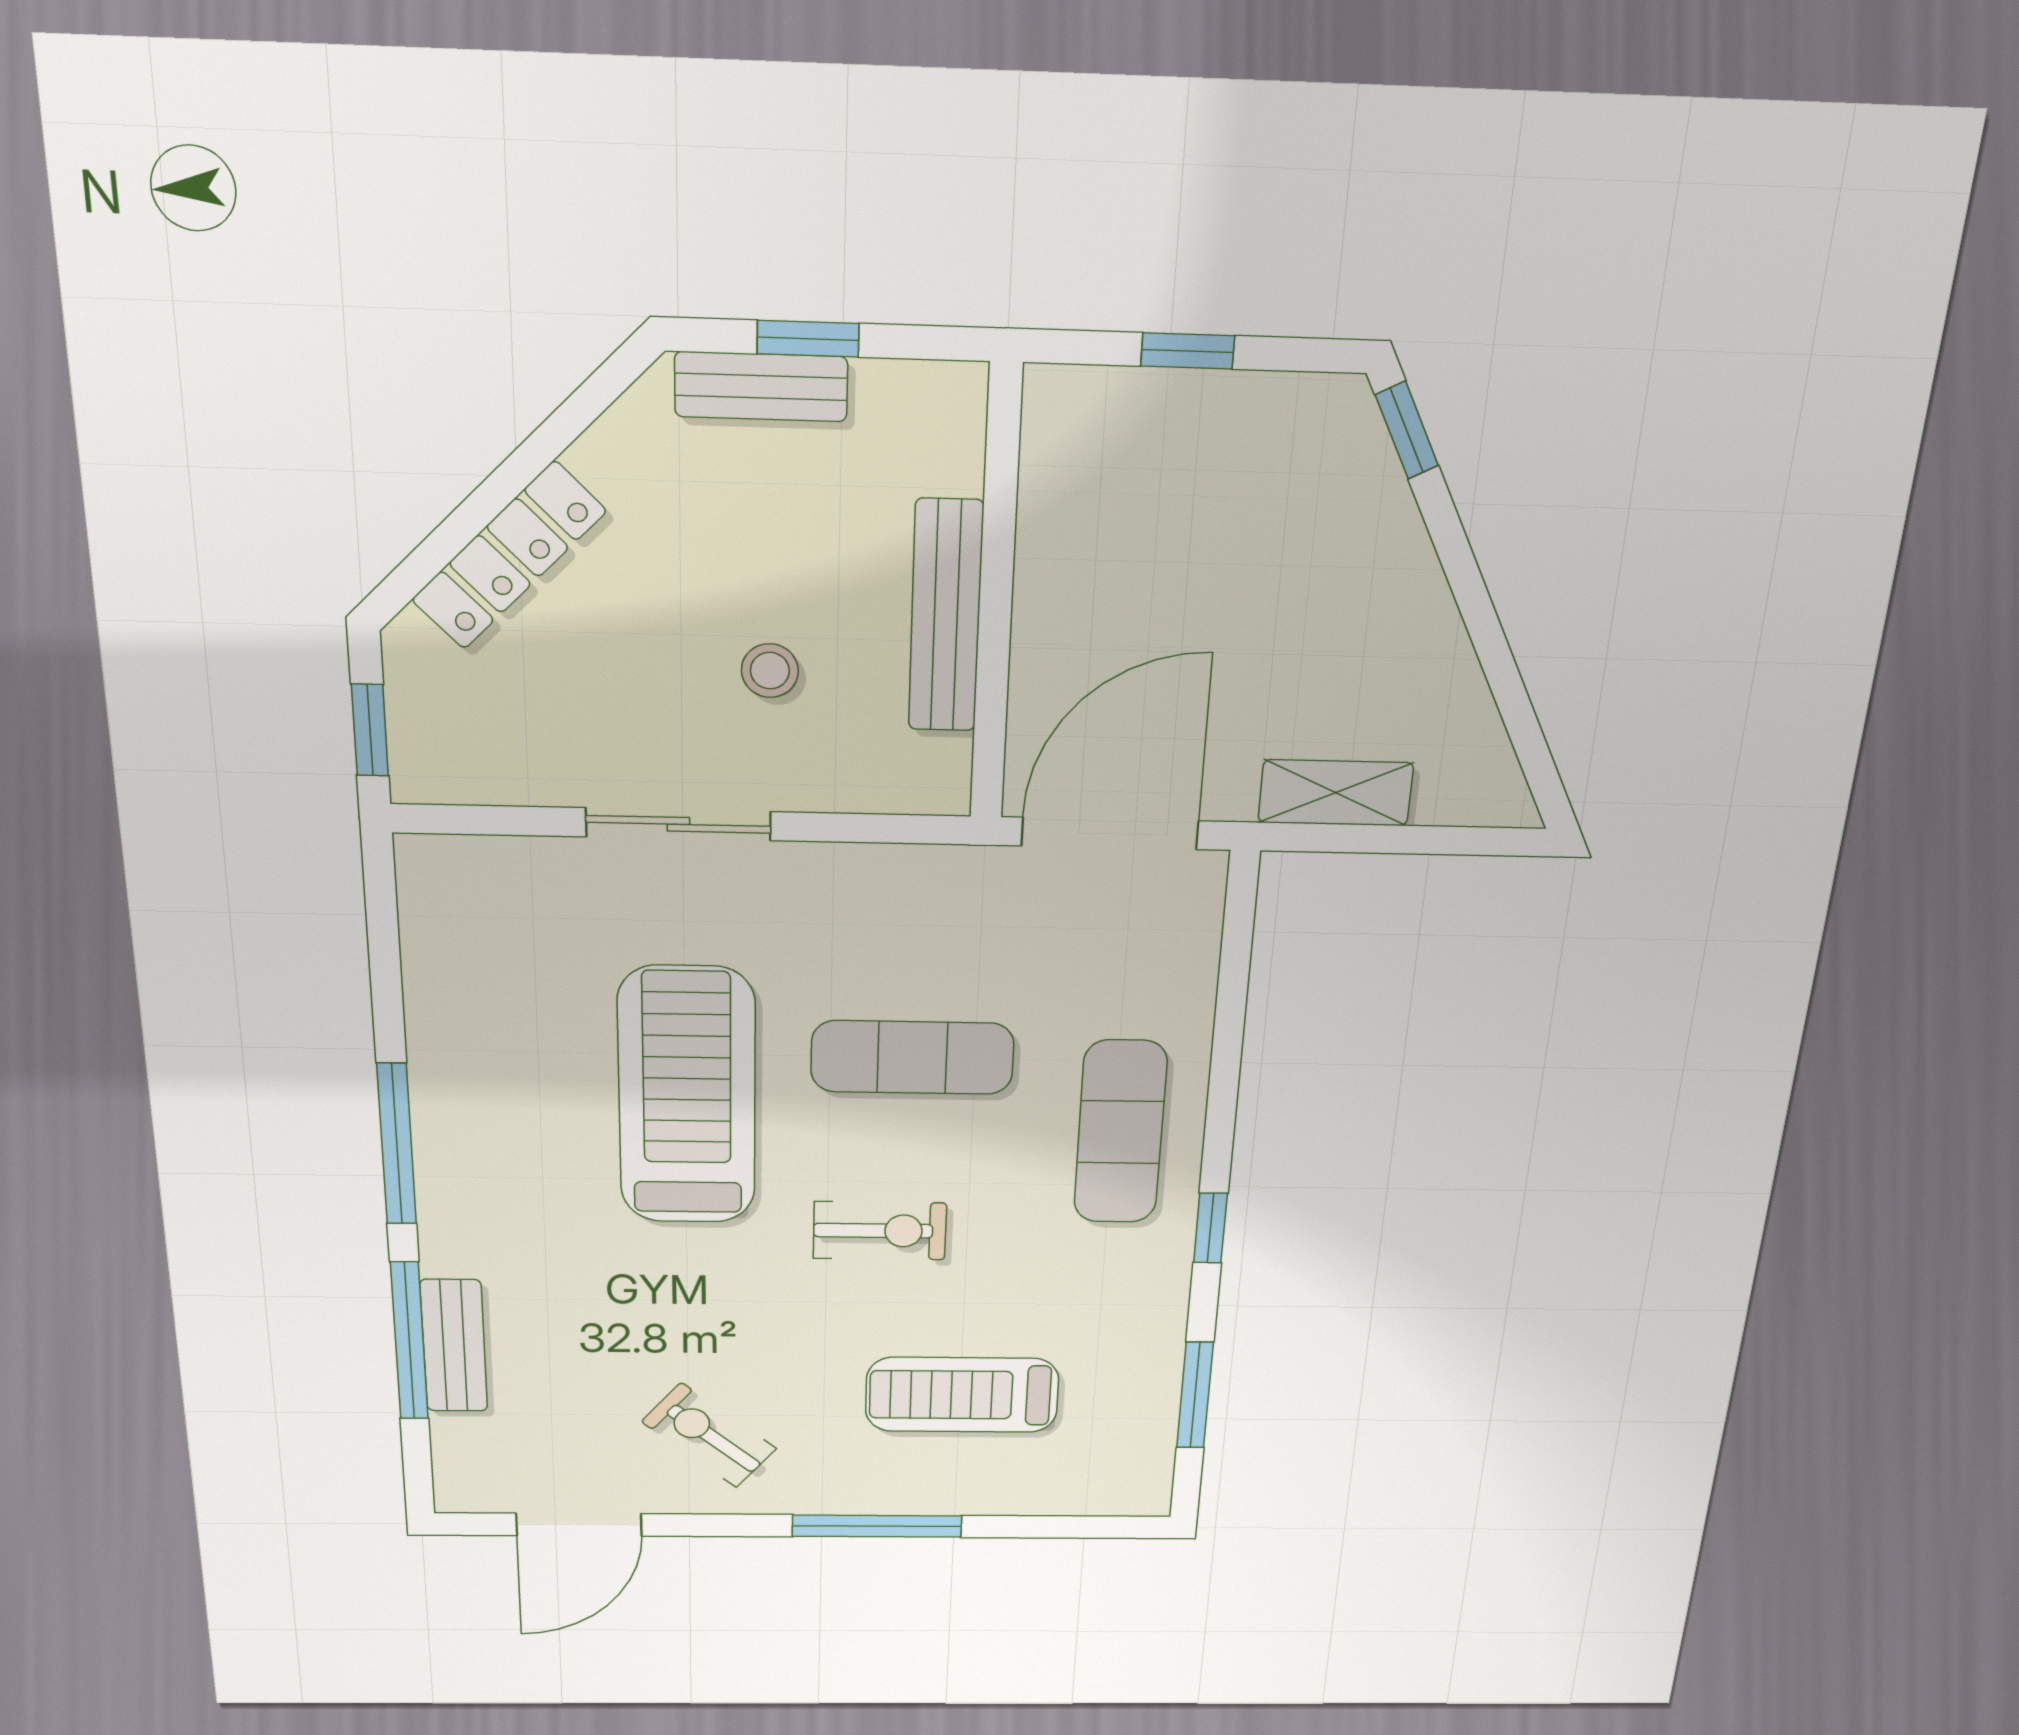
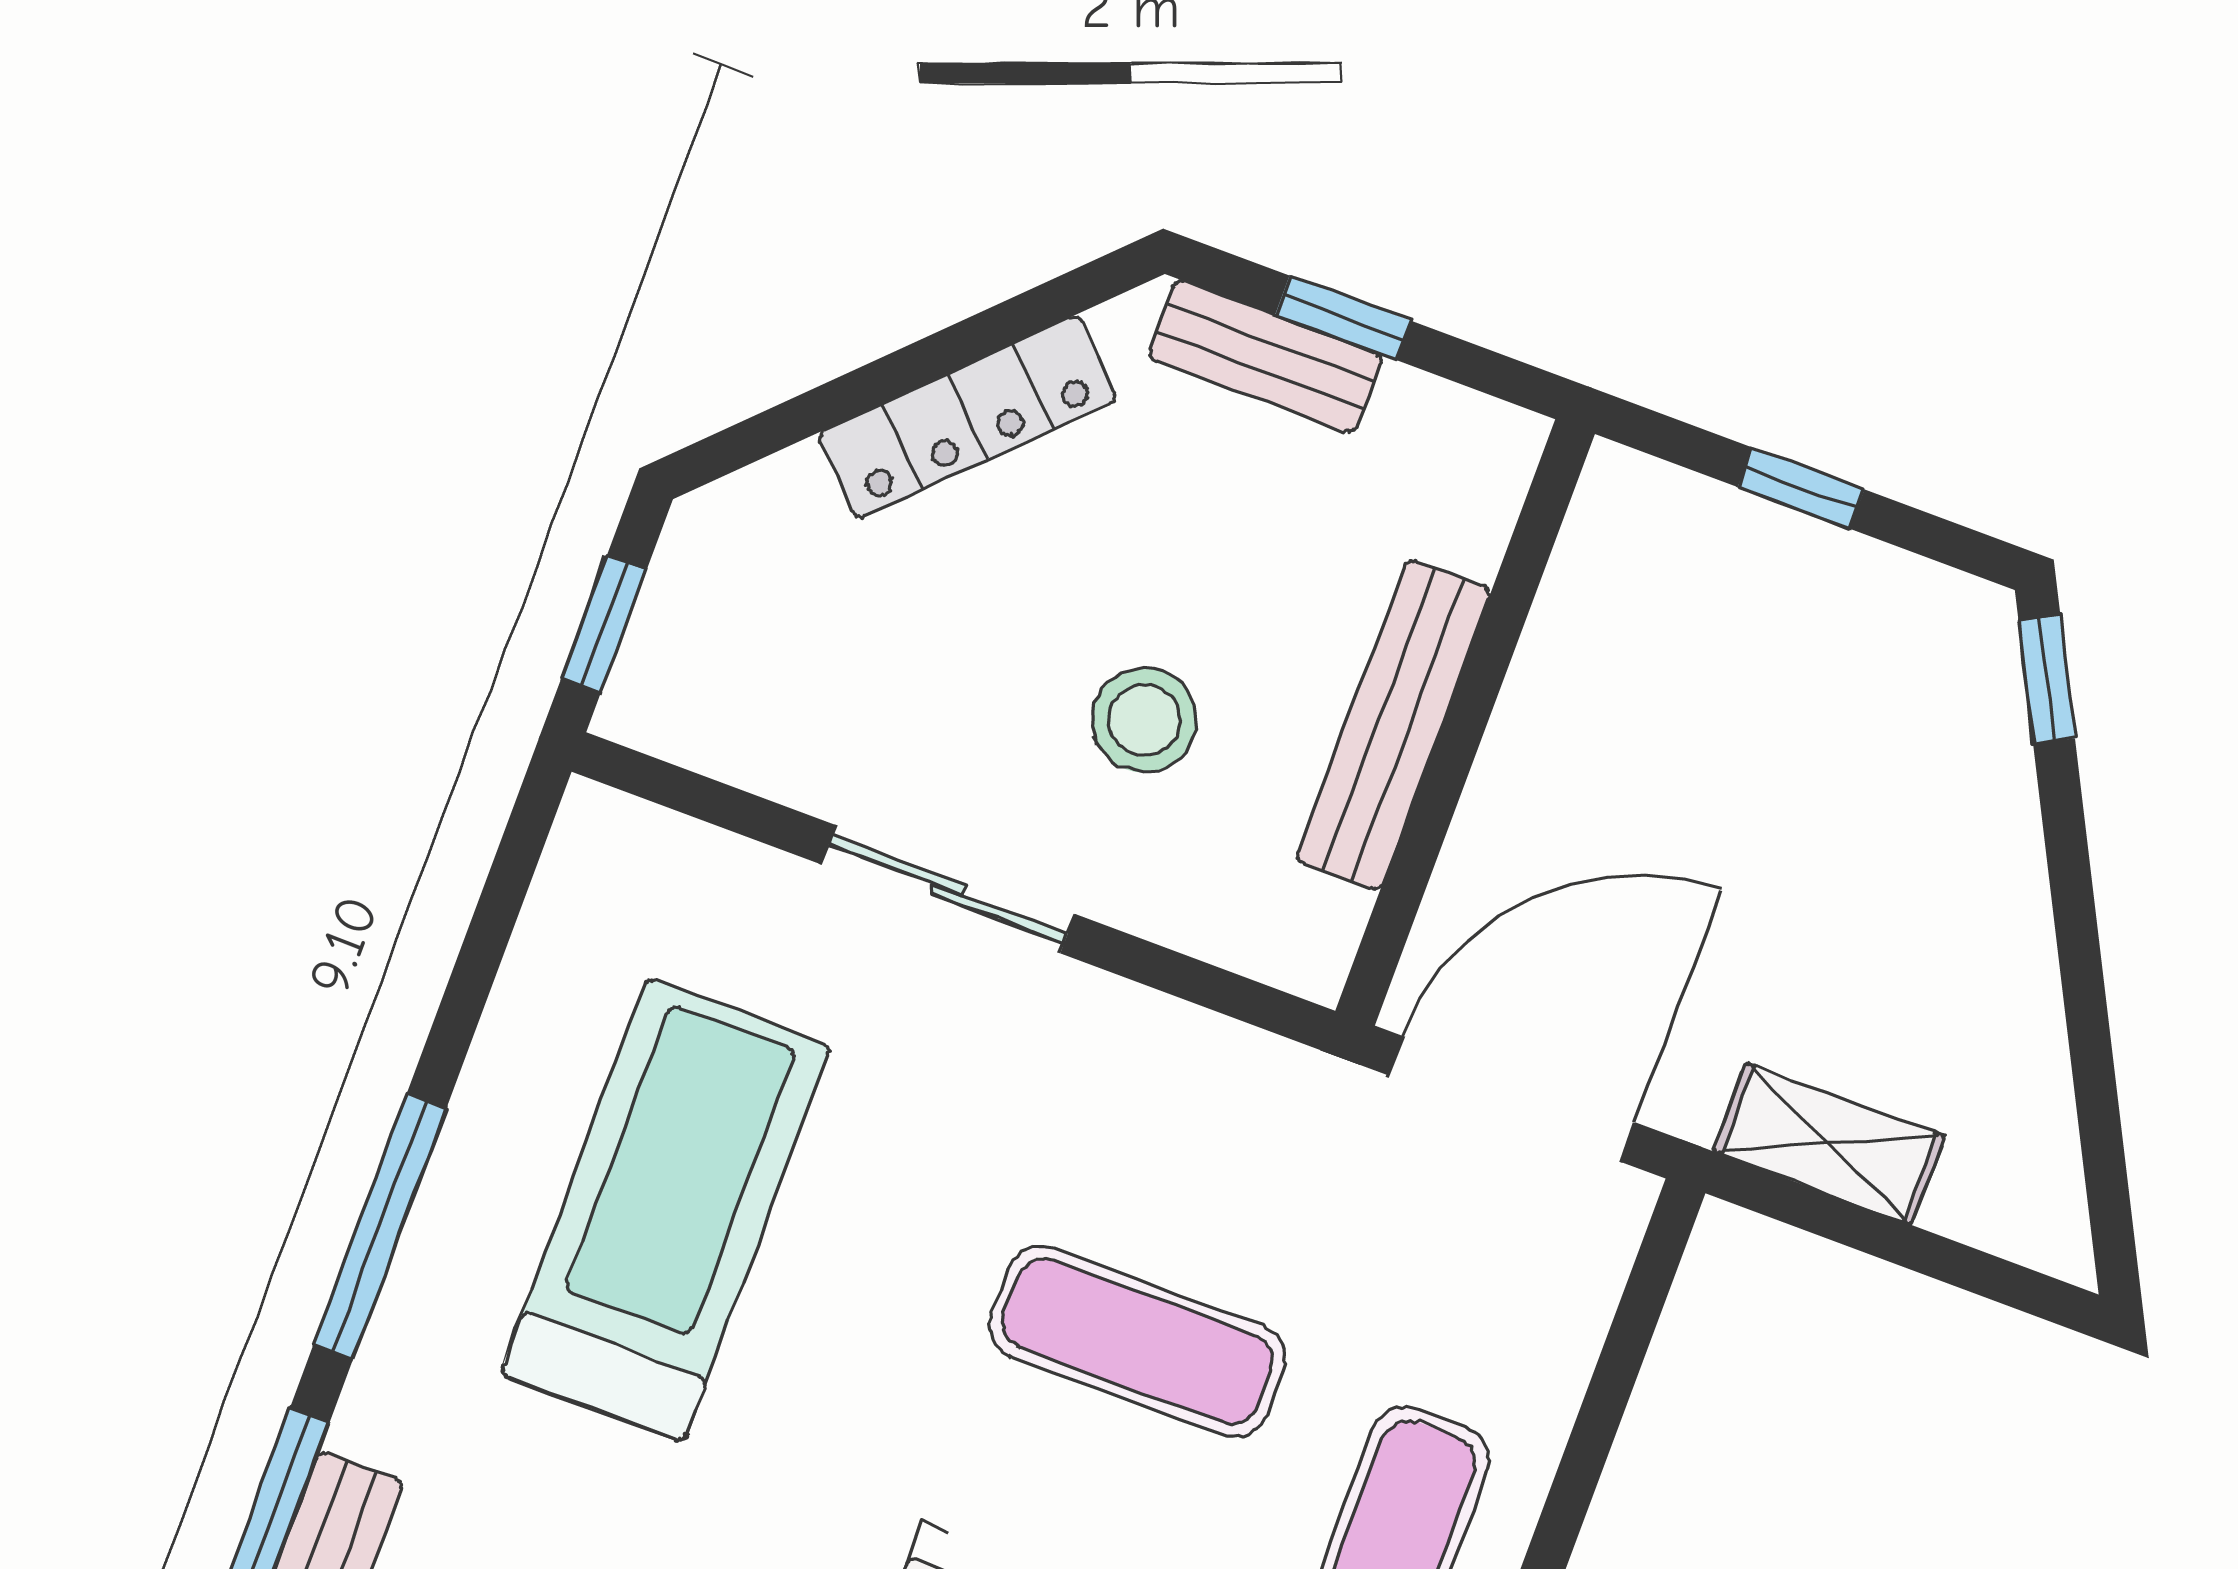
locker: (509, 556) -> (967, 417), moved
stool: (770, 671) -> (1144, 720), width x1.37, depth x1.37
treadmill: (687, 1096) -> (666, 1210), moved

